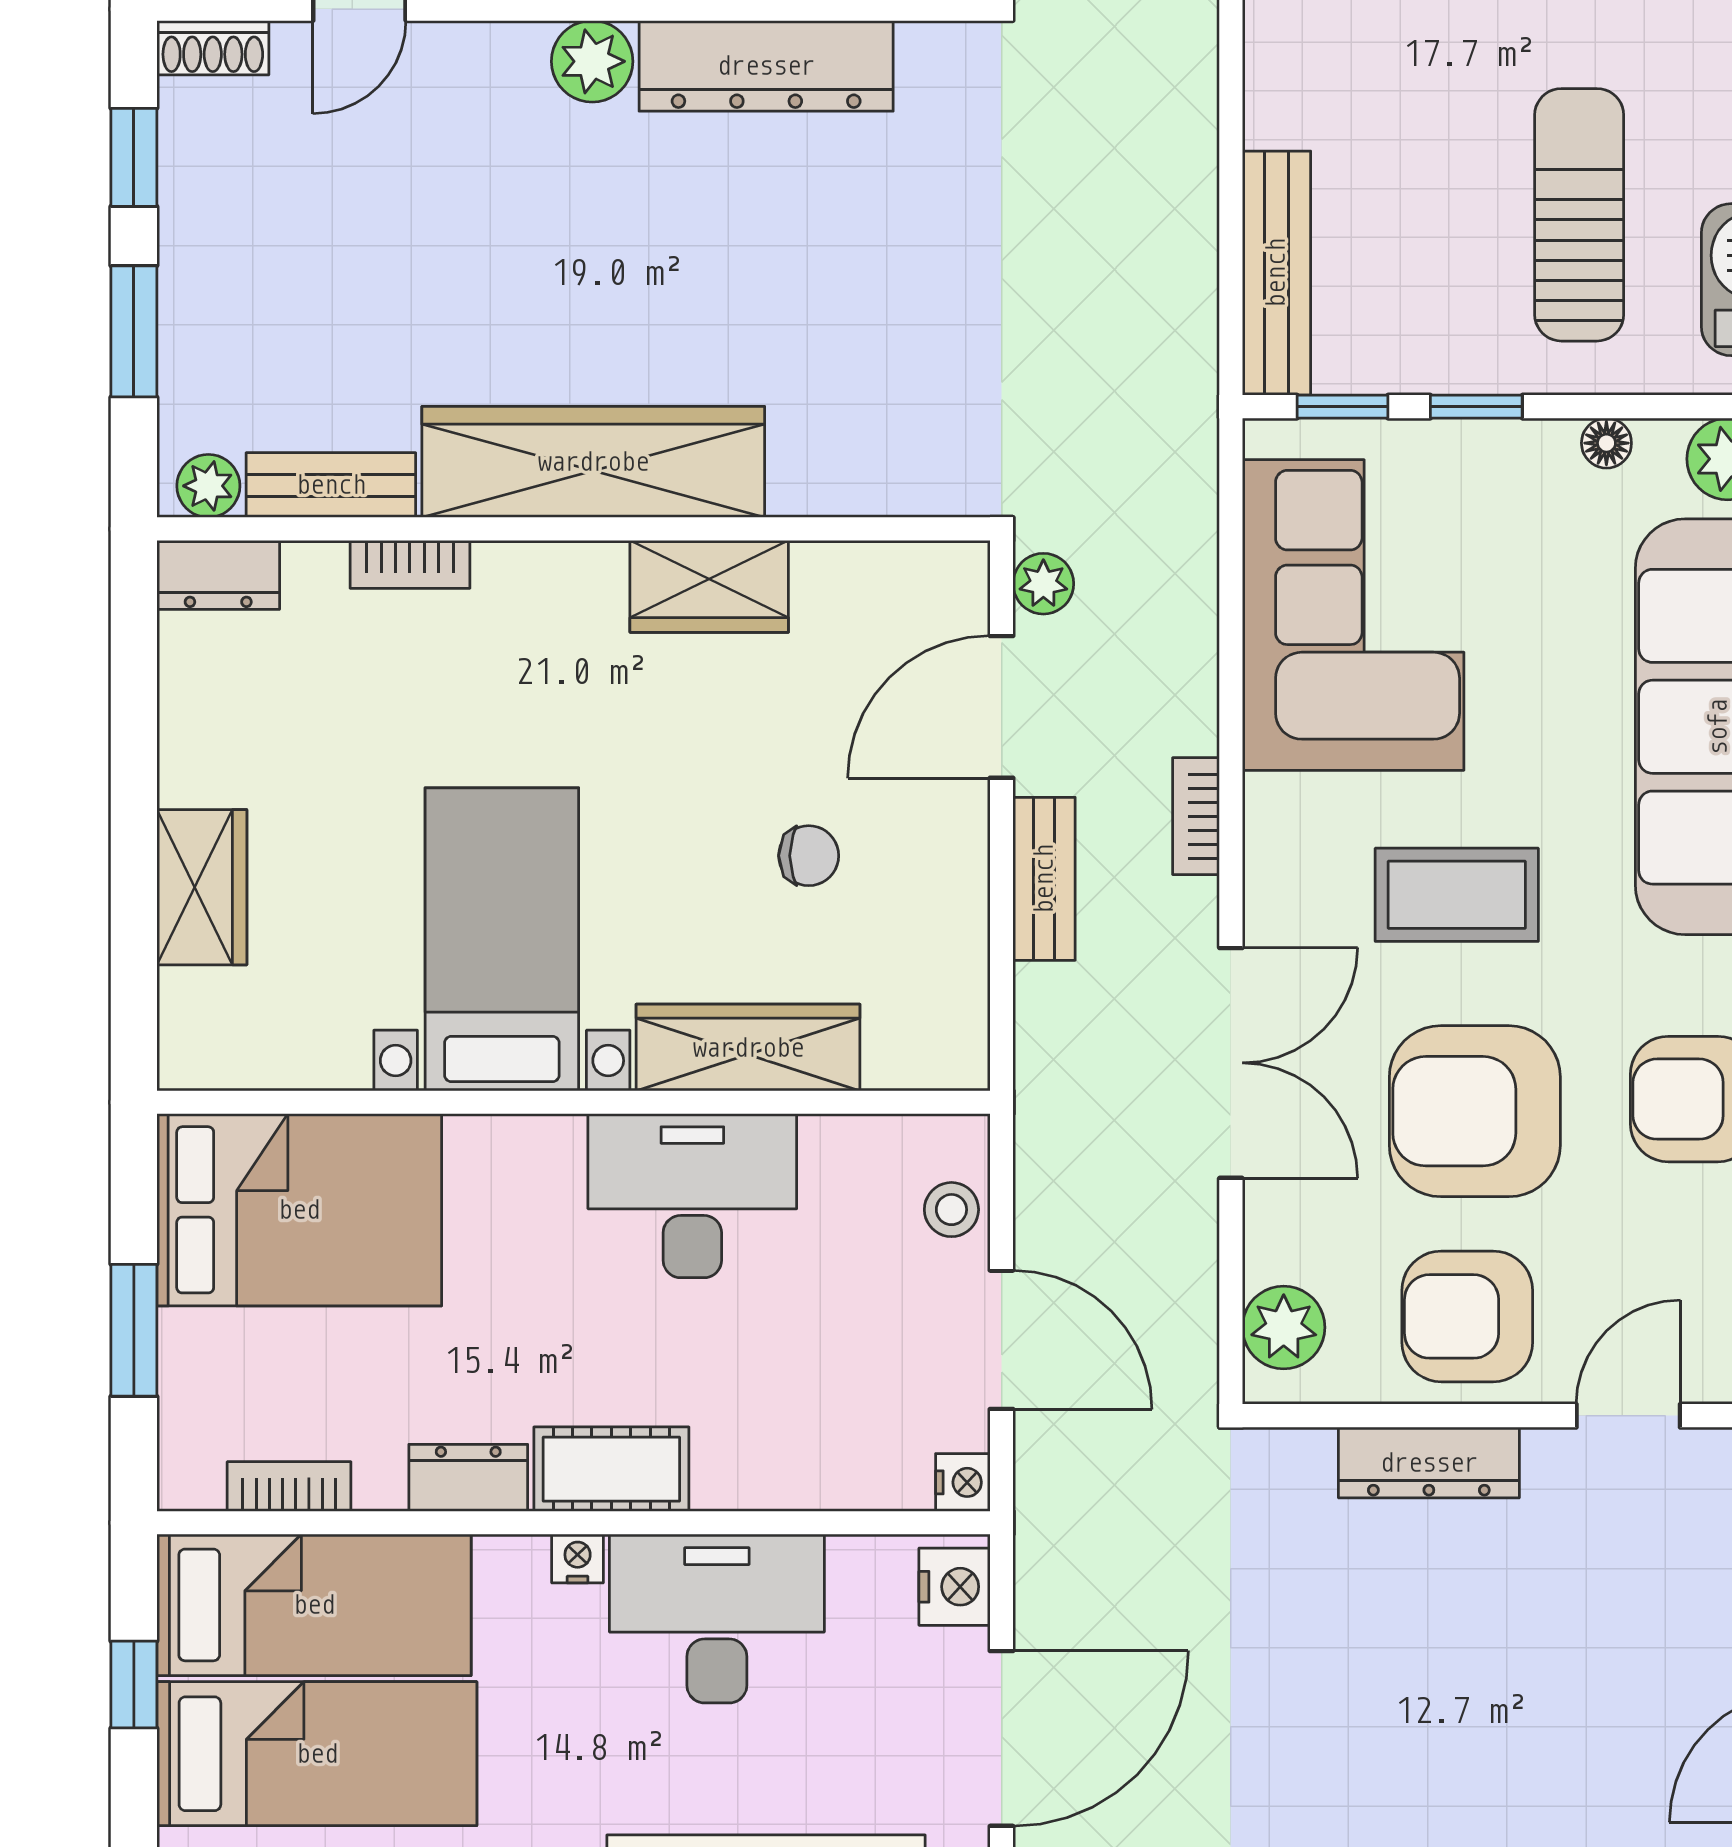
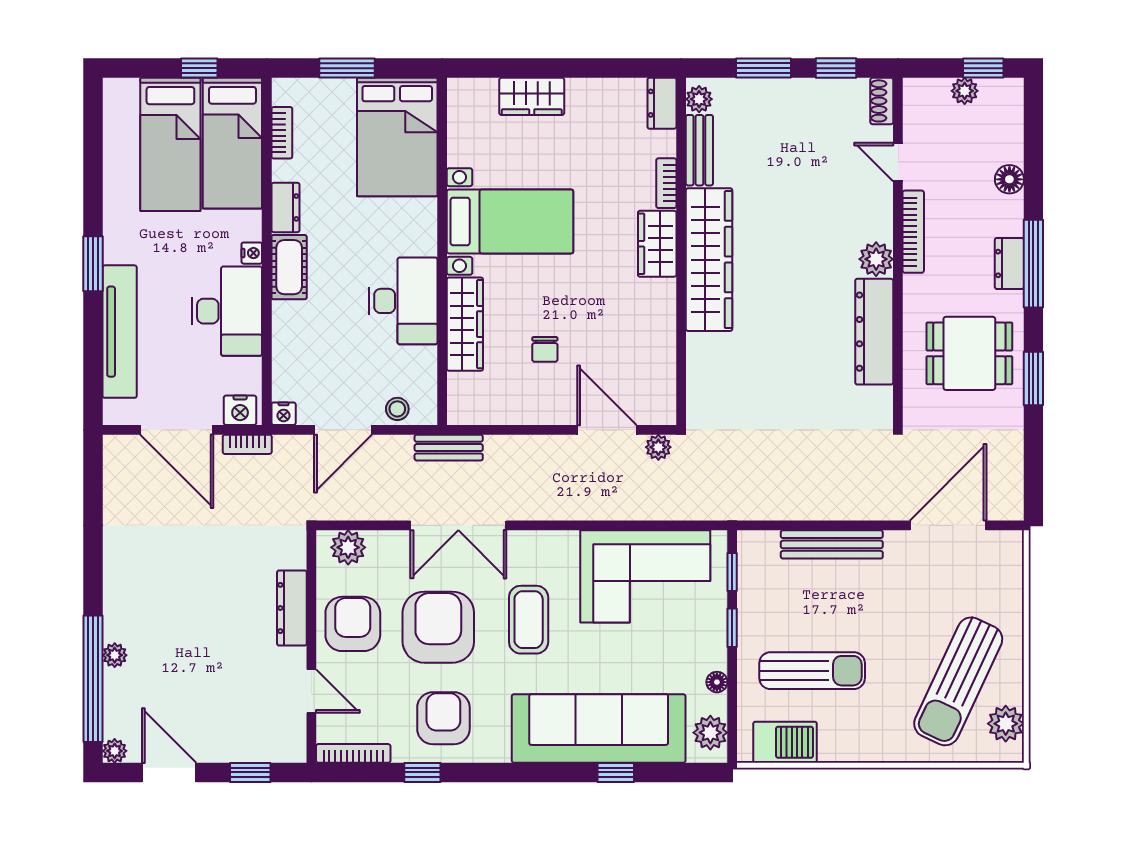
bench: (1276, 273) -> (832, 544), moved
wardrobe: (709, 586) -> (657, 244), moved
bookcase: (1196, 816) -> (247, 444), moved, turned 180
bench: (1044, 879) -> (449, 448), moved

